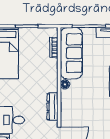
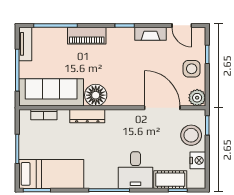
floor lamp: (65, 84) -> (96, 95), width x1.89, depth x1.89
dresser: (53, 107) -> (87, 116), moved

